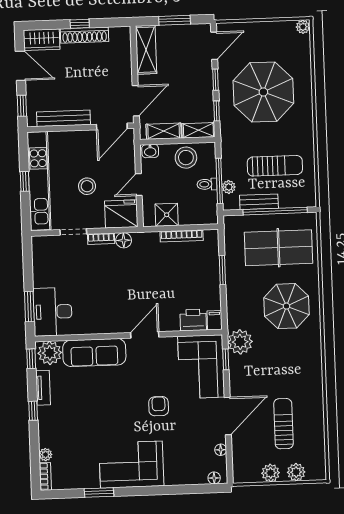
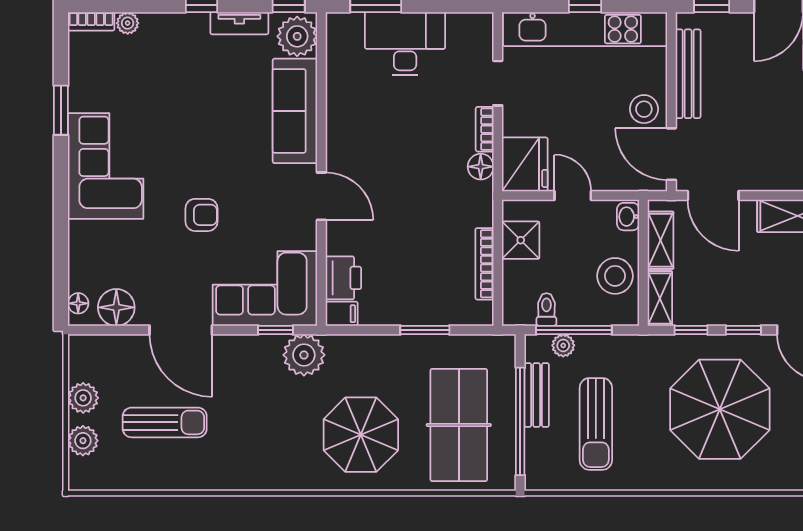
toilet: (207, 184) -> (546, 309), moved
stool: (87, 186) -> (644, 109), moved
desk: (53, 312) -> (405, 44), moved
floor lamp: (221, 450) -> (116, 307), width x1.89, depth x1.89

